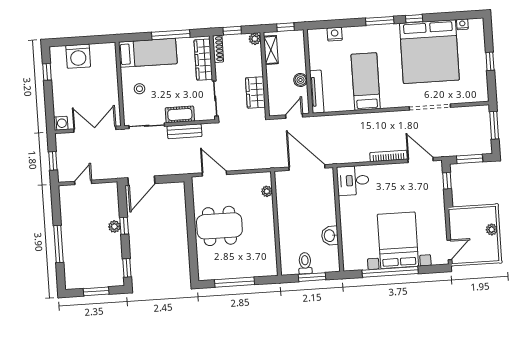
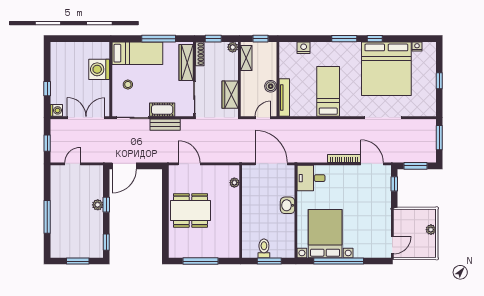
washing machine: (78, 56) -> (99, 69), moved, turned 90
window: (47, 72) -> (47, 89), moved
washbasin: (330, 236) -> (288, 205), moved
bed with nightstands: (398, 240) -> (325, 234), moved

